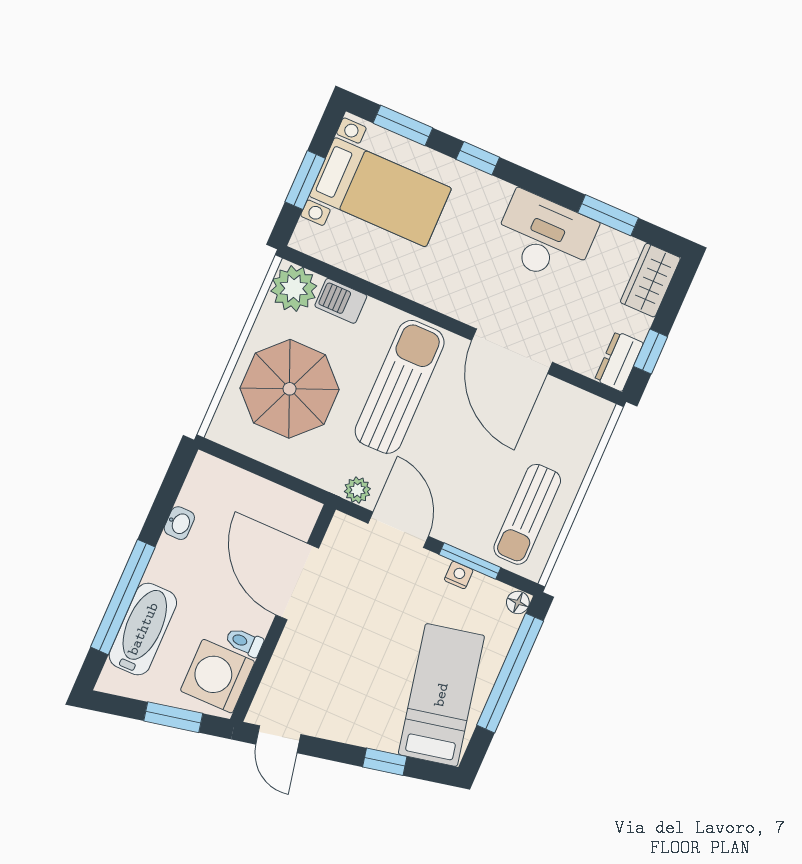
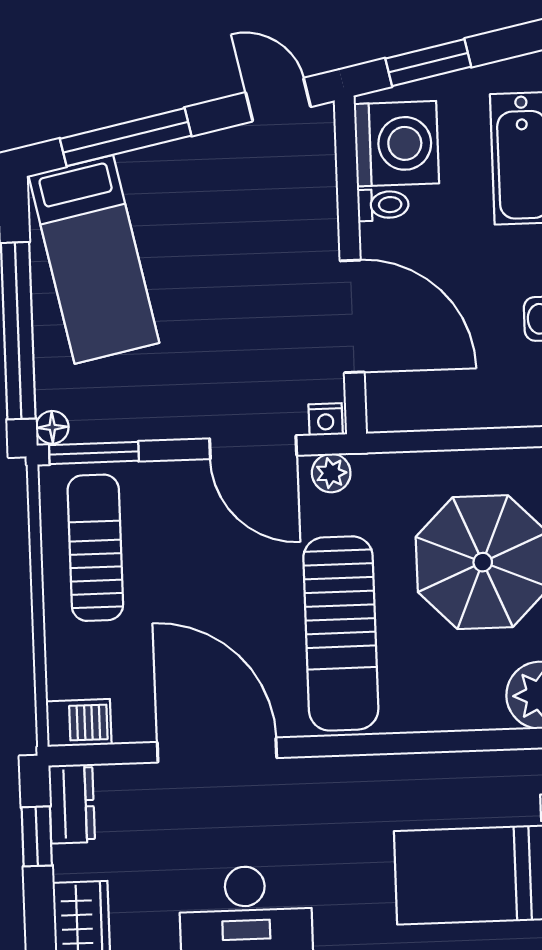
barbecue: (341, 301) -> (79, 723), moved
window: (470, 561) -> (94, 453), moved
nightstand: (459, 575) -> (326, 419), moved
window: (385, 762) -> (126, 137), width x2.17

